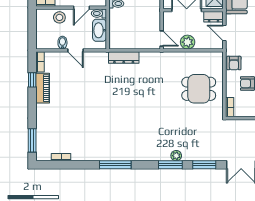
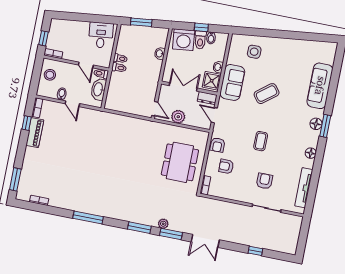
door: (81, 8) -> (86, 65), hinge flipped
stool: (59, 17) -> (50, 75), moved
dresser: (124, 58) -> (116, 119), removed
dining table: (199, 89) -> (180, 162), width x1.38
plant: (176, 156) -> (163, 224), moved

